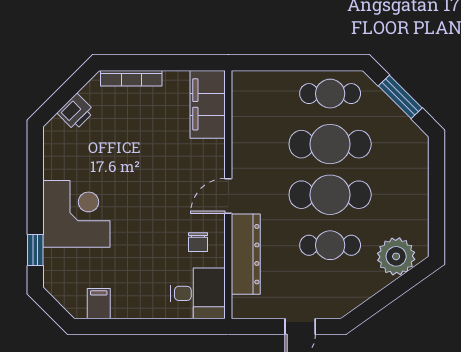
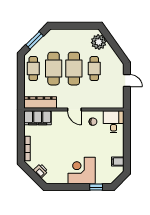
dresser: (246, 254) -> (40, 102), moved

